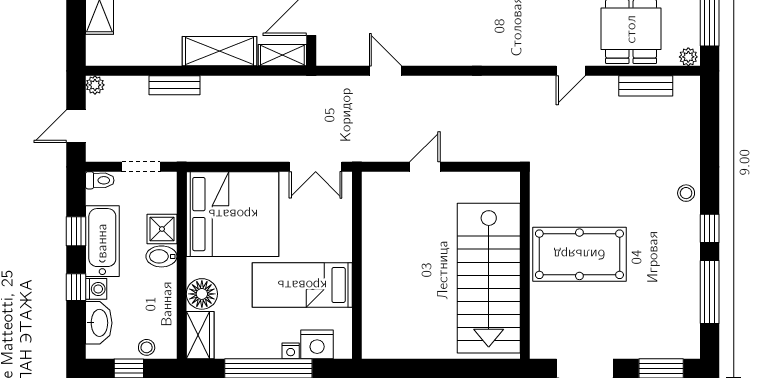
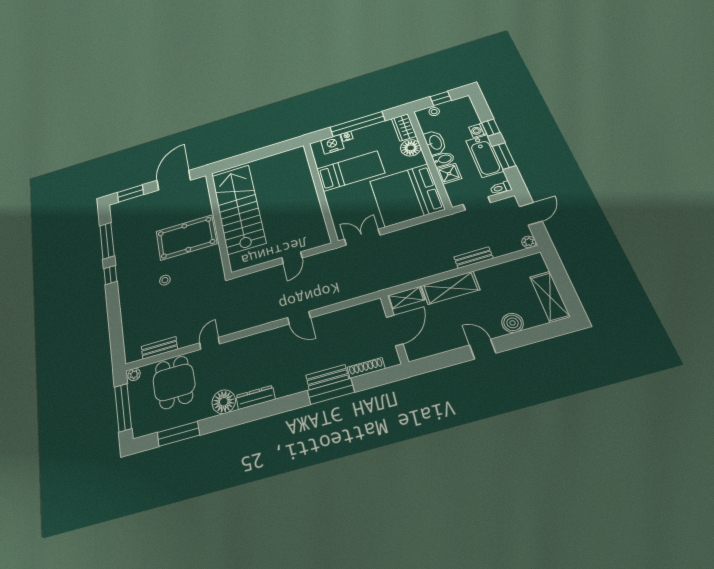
door: (385, 71) -> (299, 318), moved
stool: (686, 193) -> (165, 280), moved
window: (76, 231) -> (504, 156), width x1.50
washbasin: (99, 323) -> (435, 142), moved, turned 180

